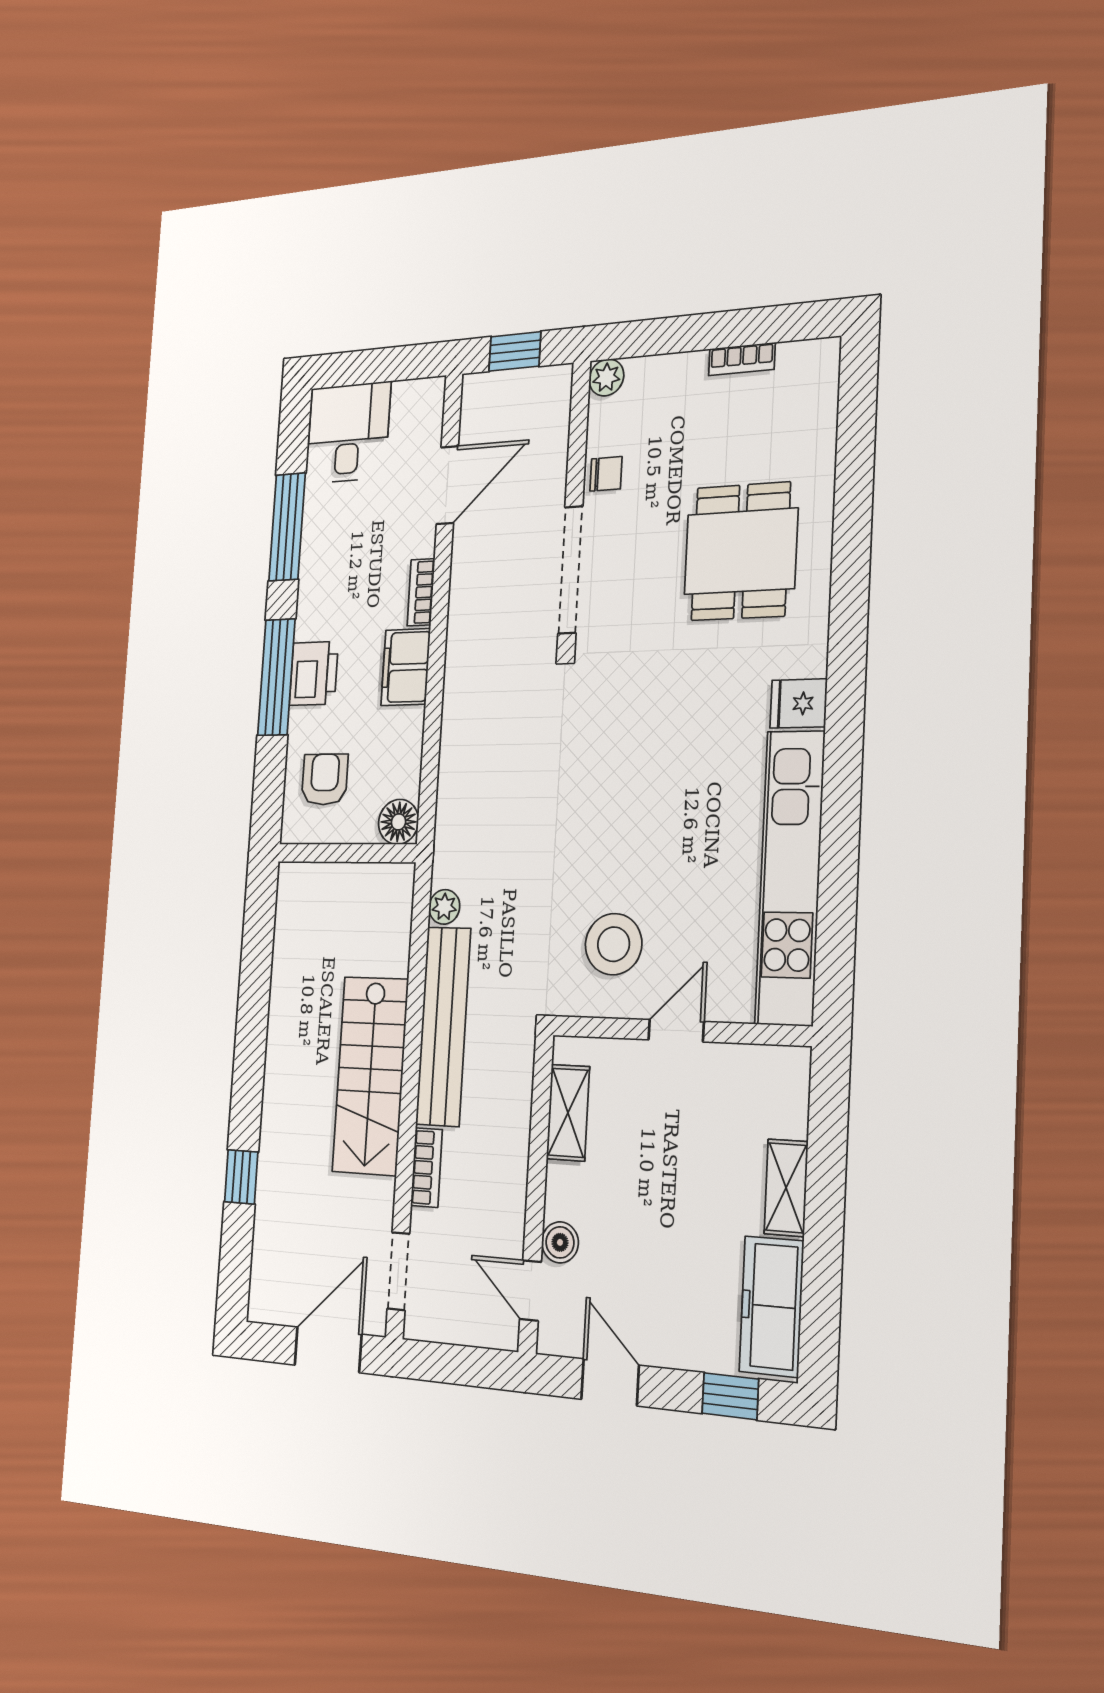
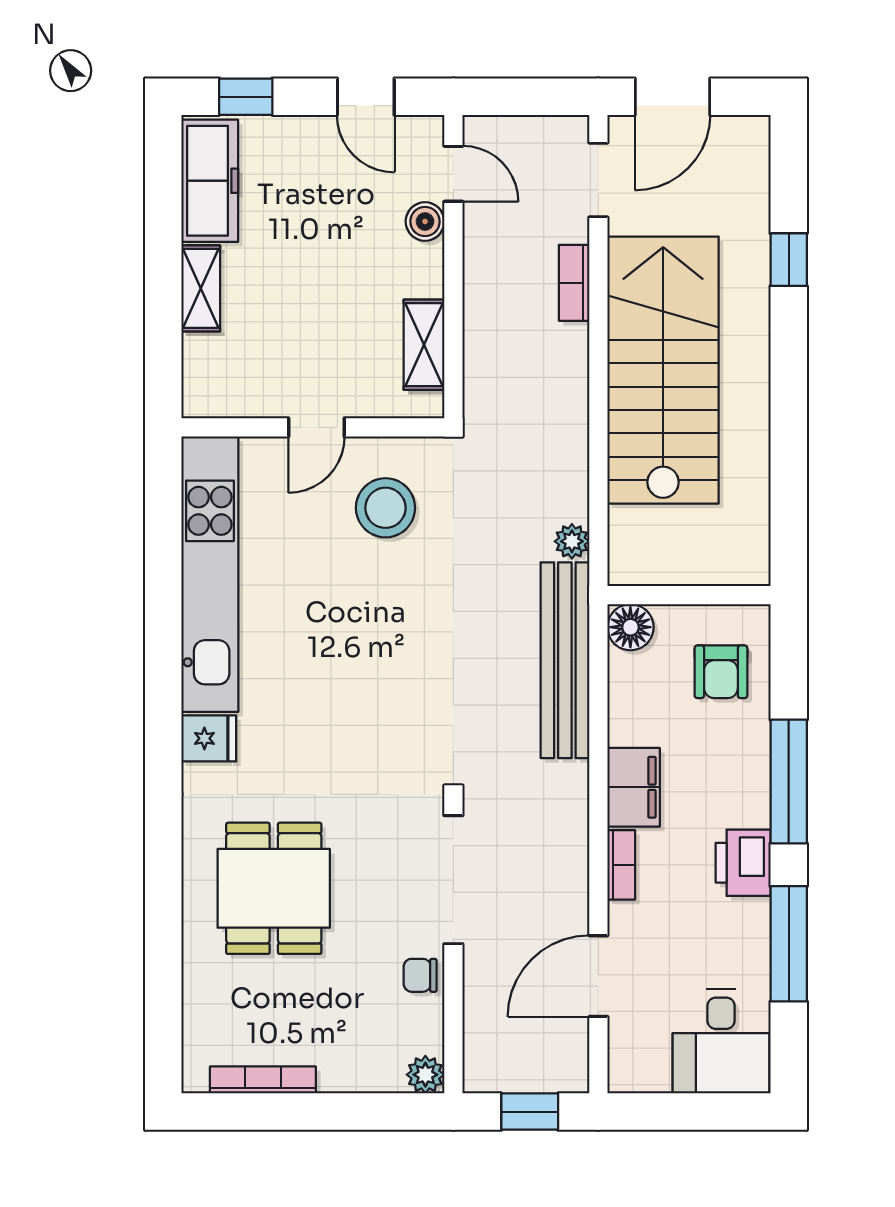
bookcase: (742, 359) -> (263, 1080), width x1.56
printer: (314, 673) -> (743, 863), moved
bench: (443, 1026) -> (565, 660), moved
stairs: (370, 1075) -> (663, 370), width x1.36, depth x1.51

